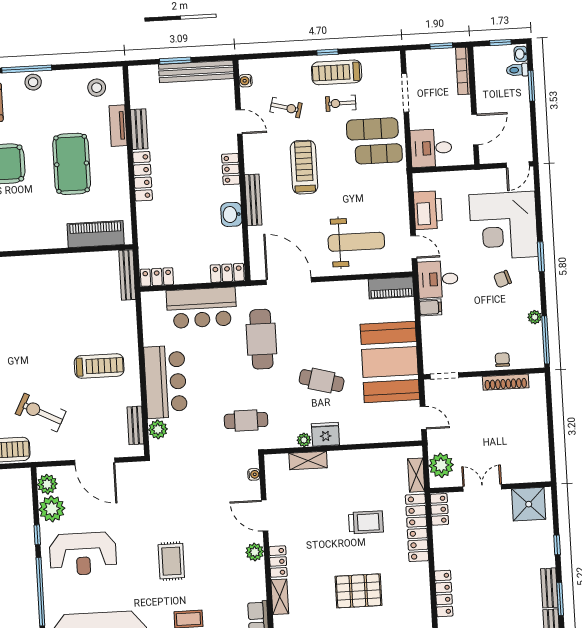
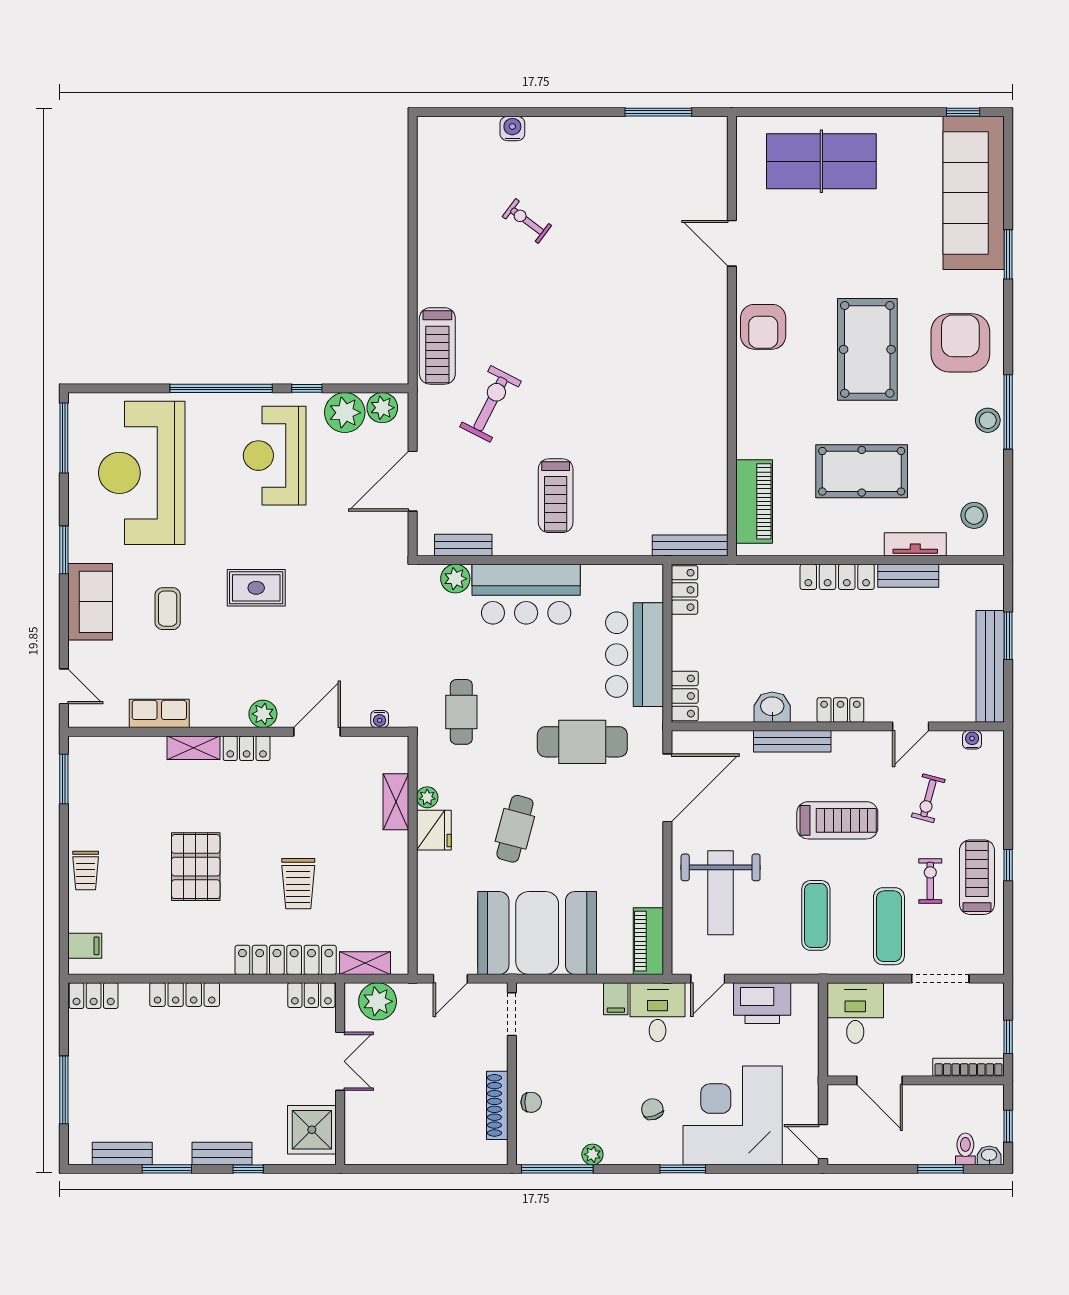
exercise mat: (379, 154) -> (816, 915), moved
bench: (549, 588) -> (222, 1154), moved

